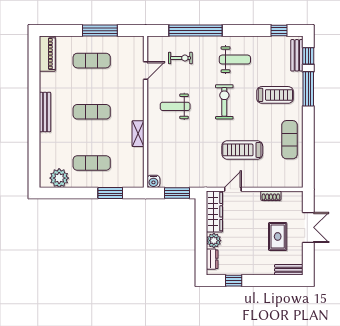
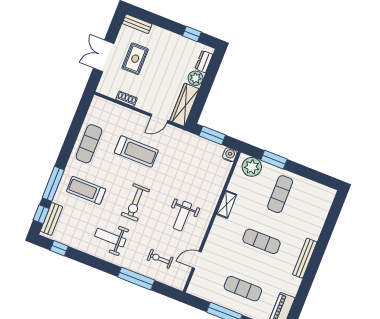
window: (196, 31) -> (136, 279), width x0.68
weight bench: (175, 106) -> (182, 216), turned 90
exercise mat: (92, 163) -> (280, 194), turned 90
plant: (59, 178) -> (252, 167), moved

